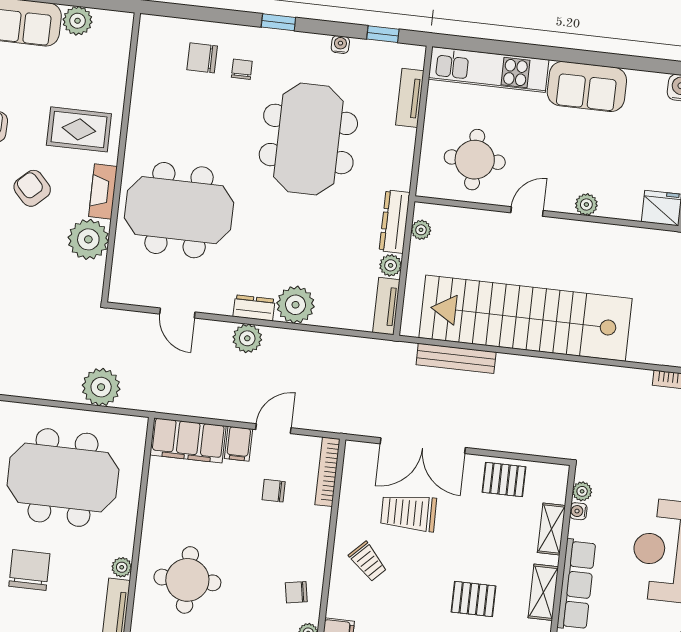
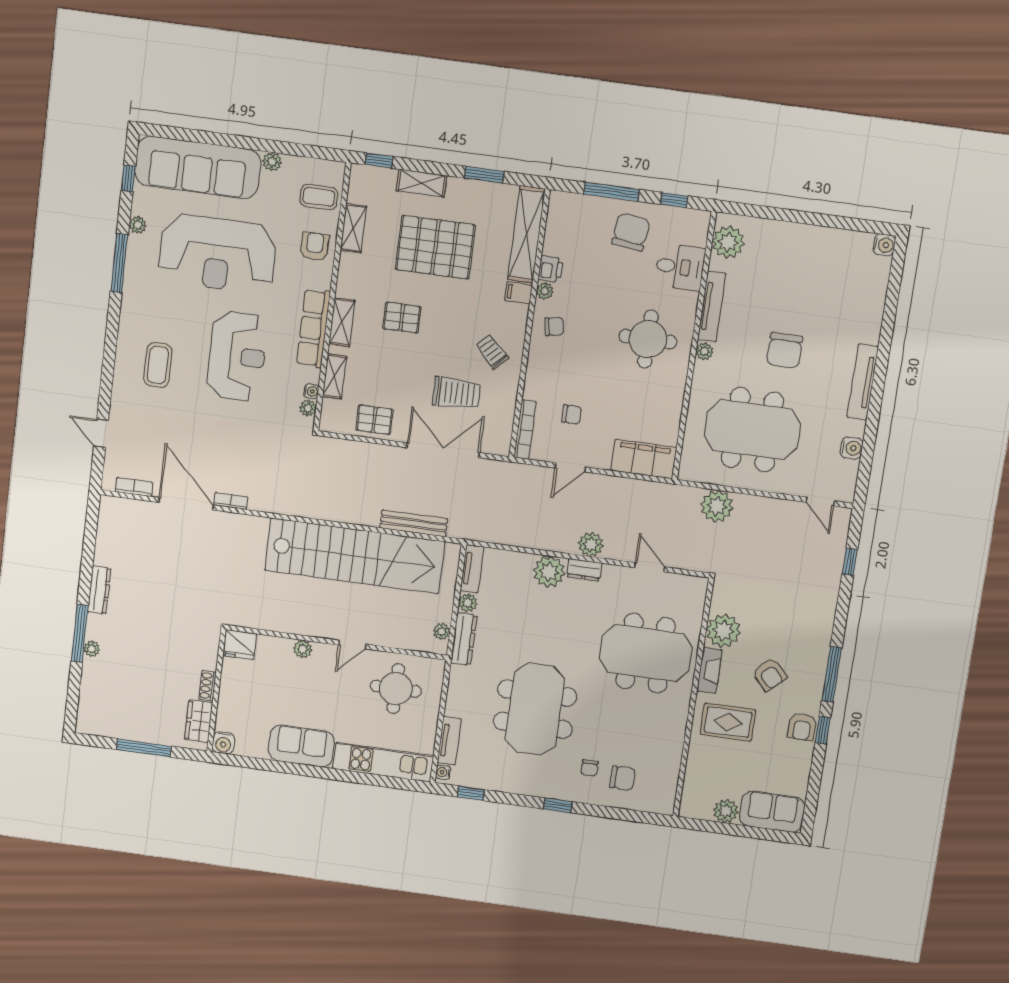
water cooler: (340, 45) -> (443, 772), moved, turned 90
filing cabinet: (239, 444) -> (601, 455), removed

